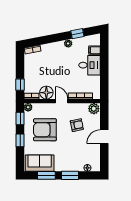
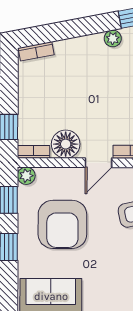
door: (62, 101) -> (99, 163), swing flipped
armchair: (45, 130) -> (62, 224), turned -90

